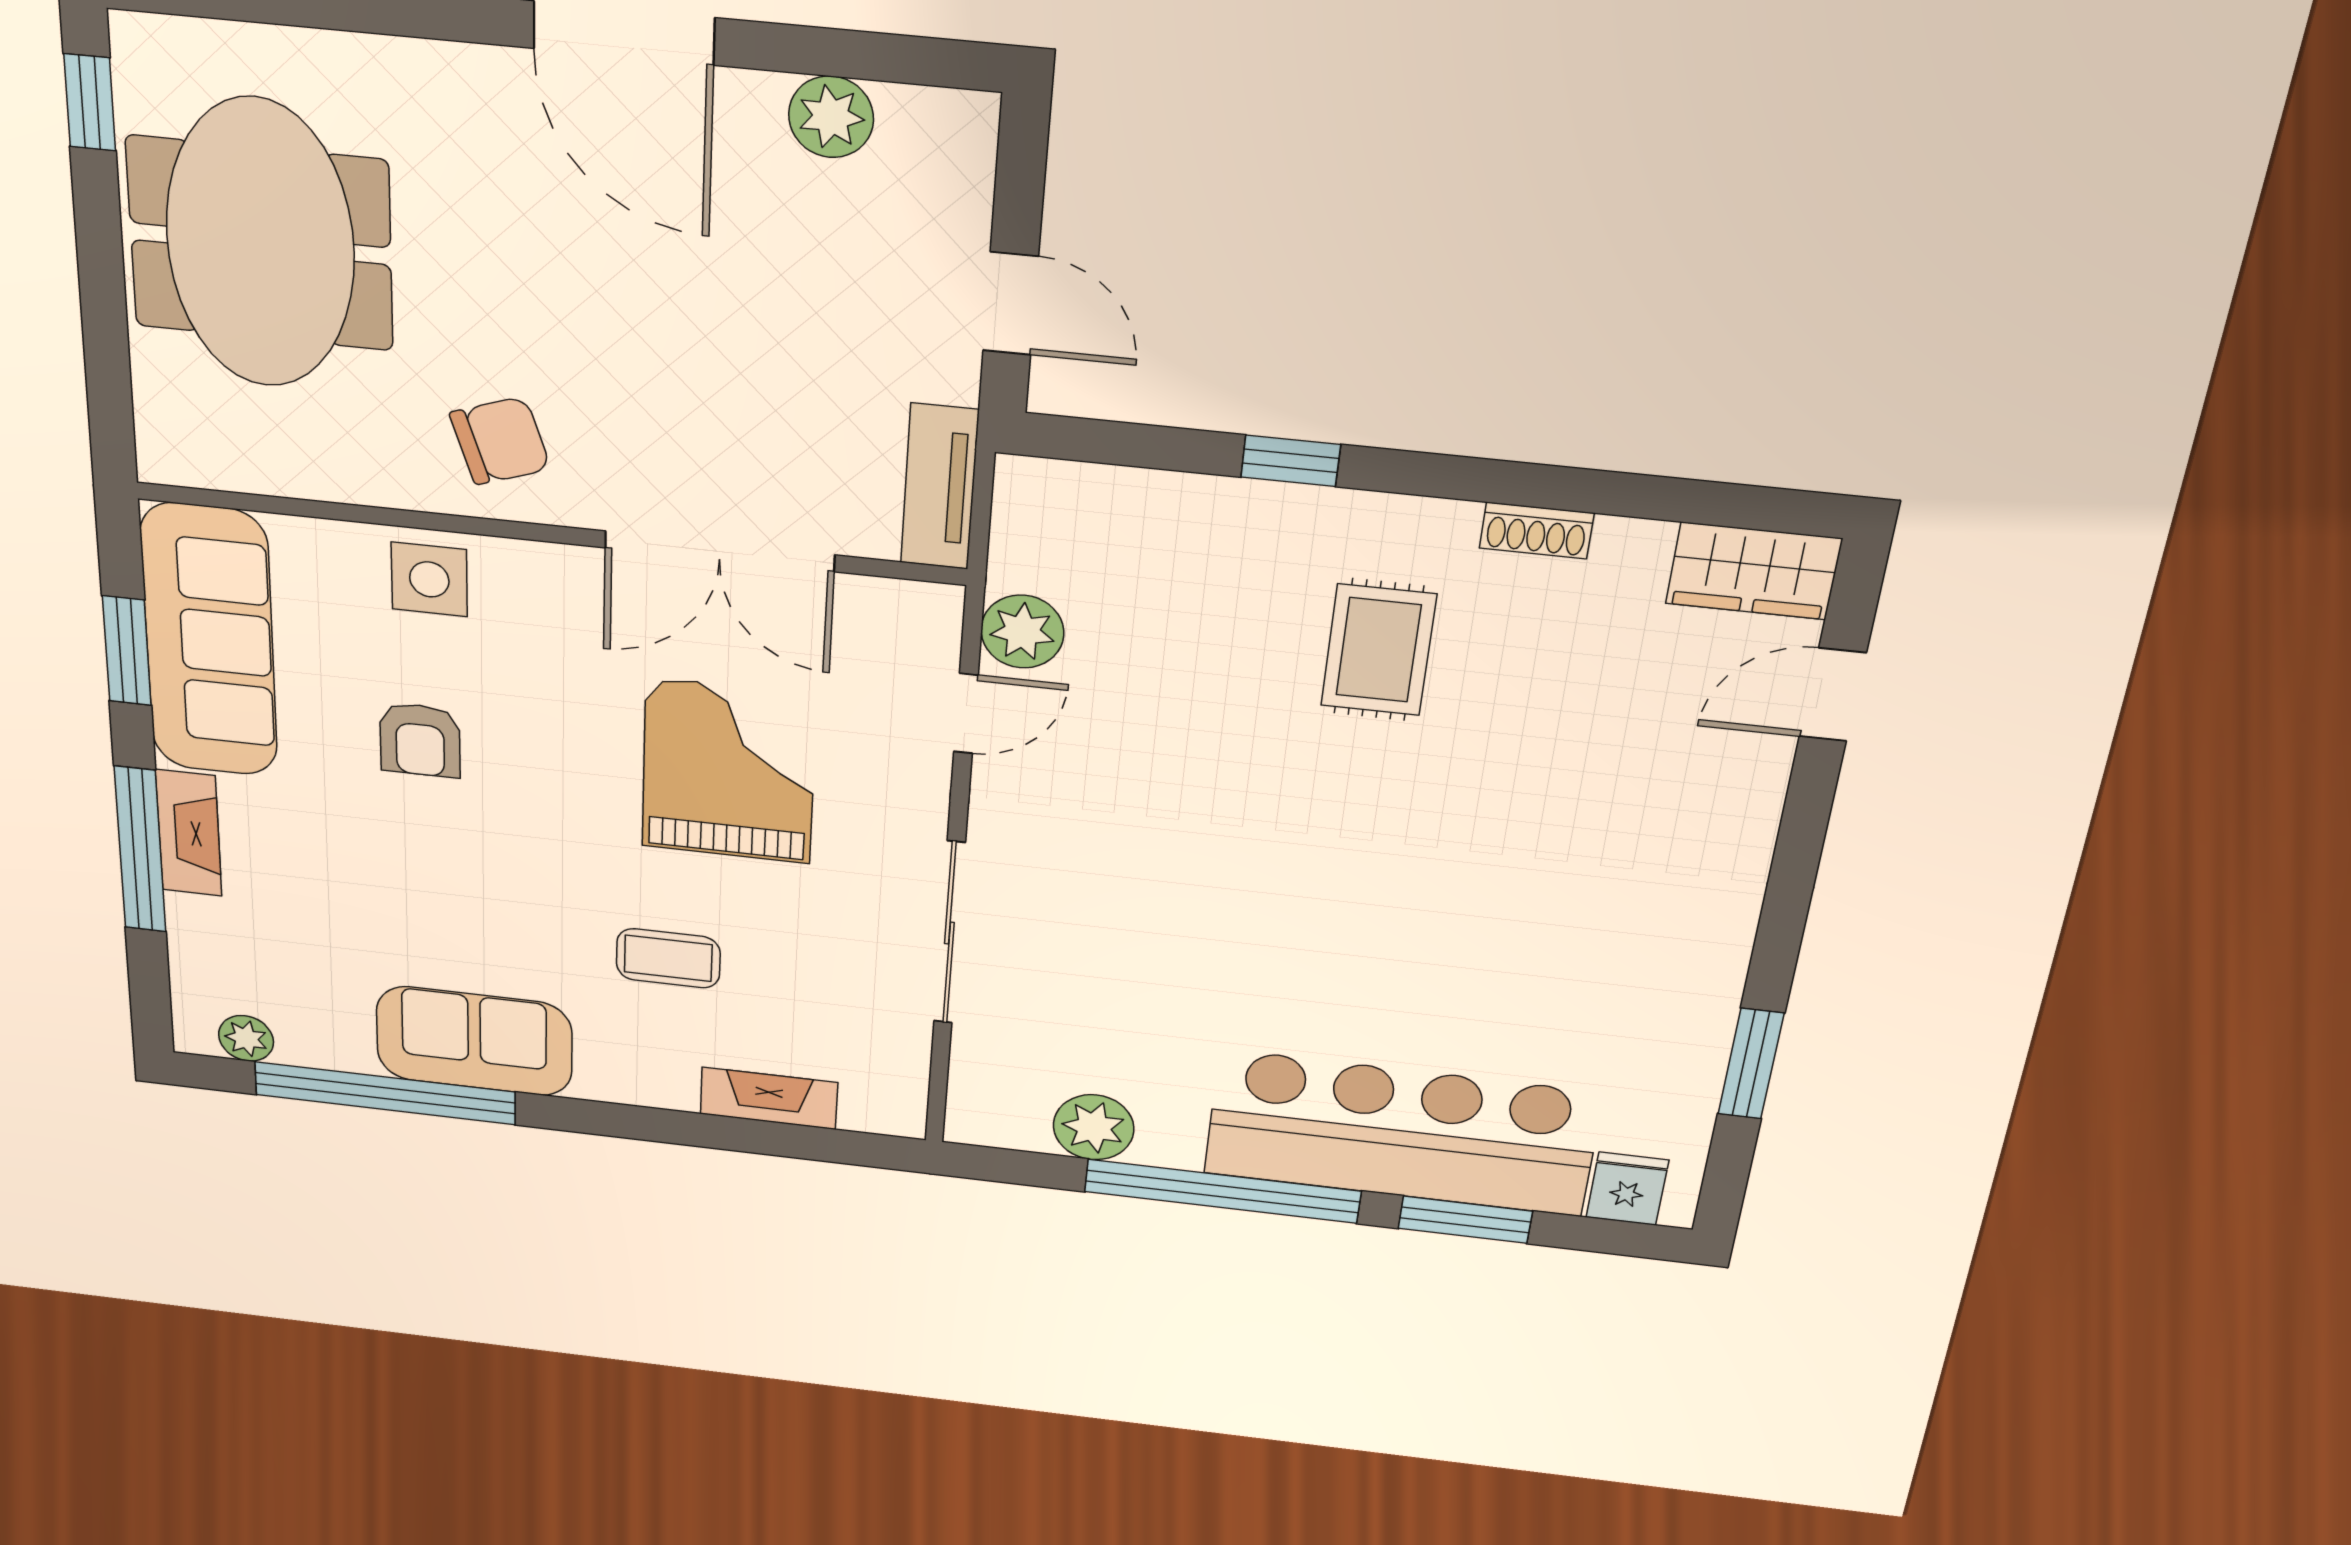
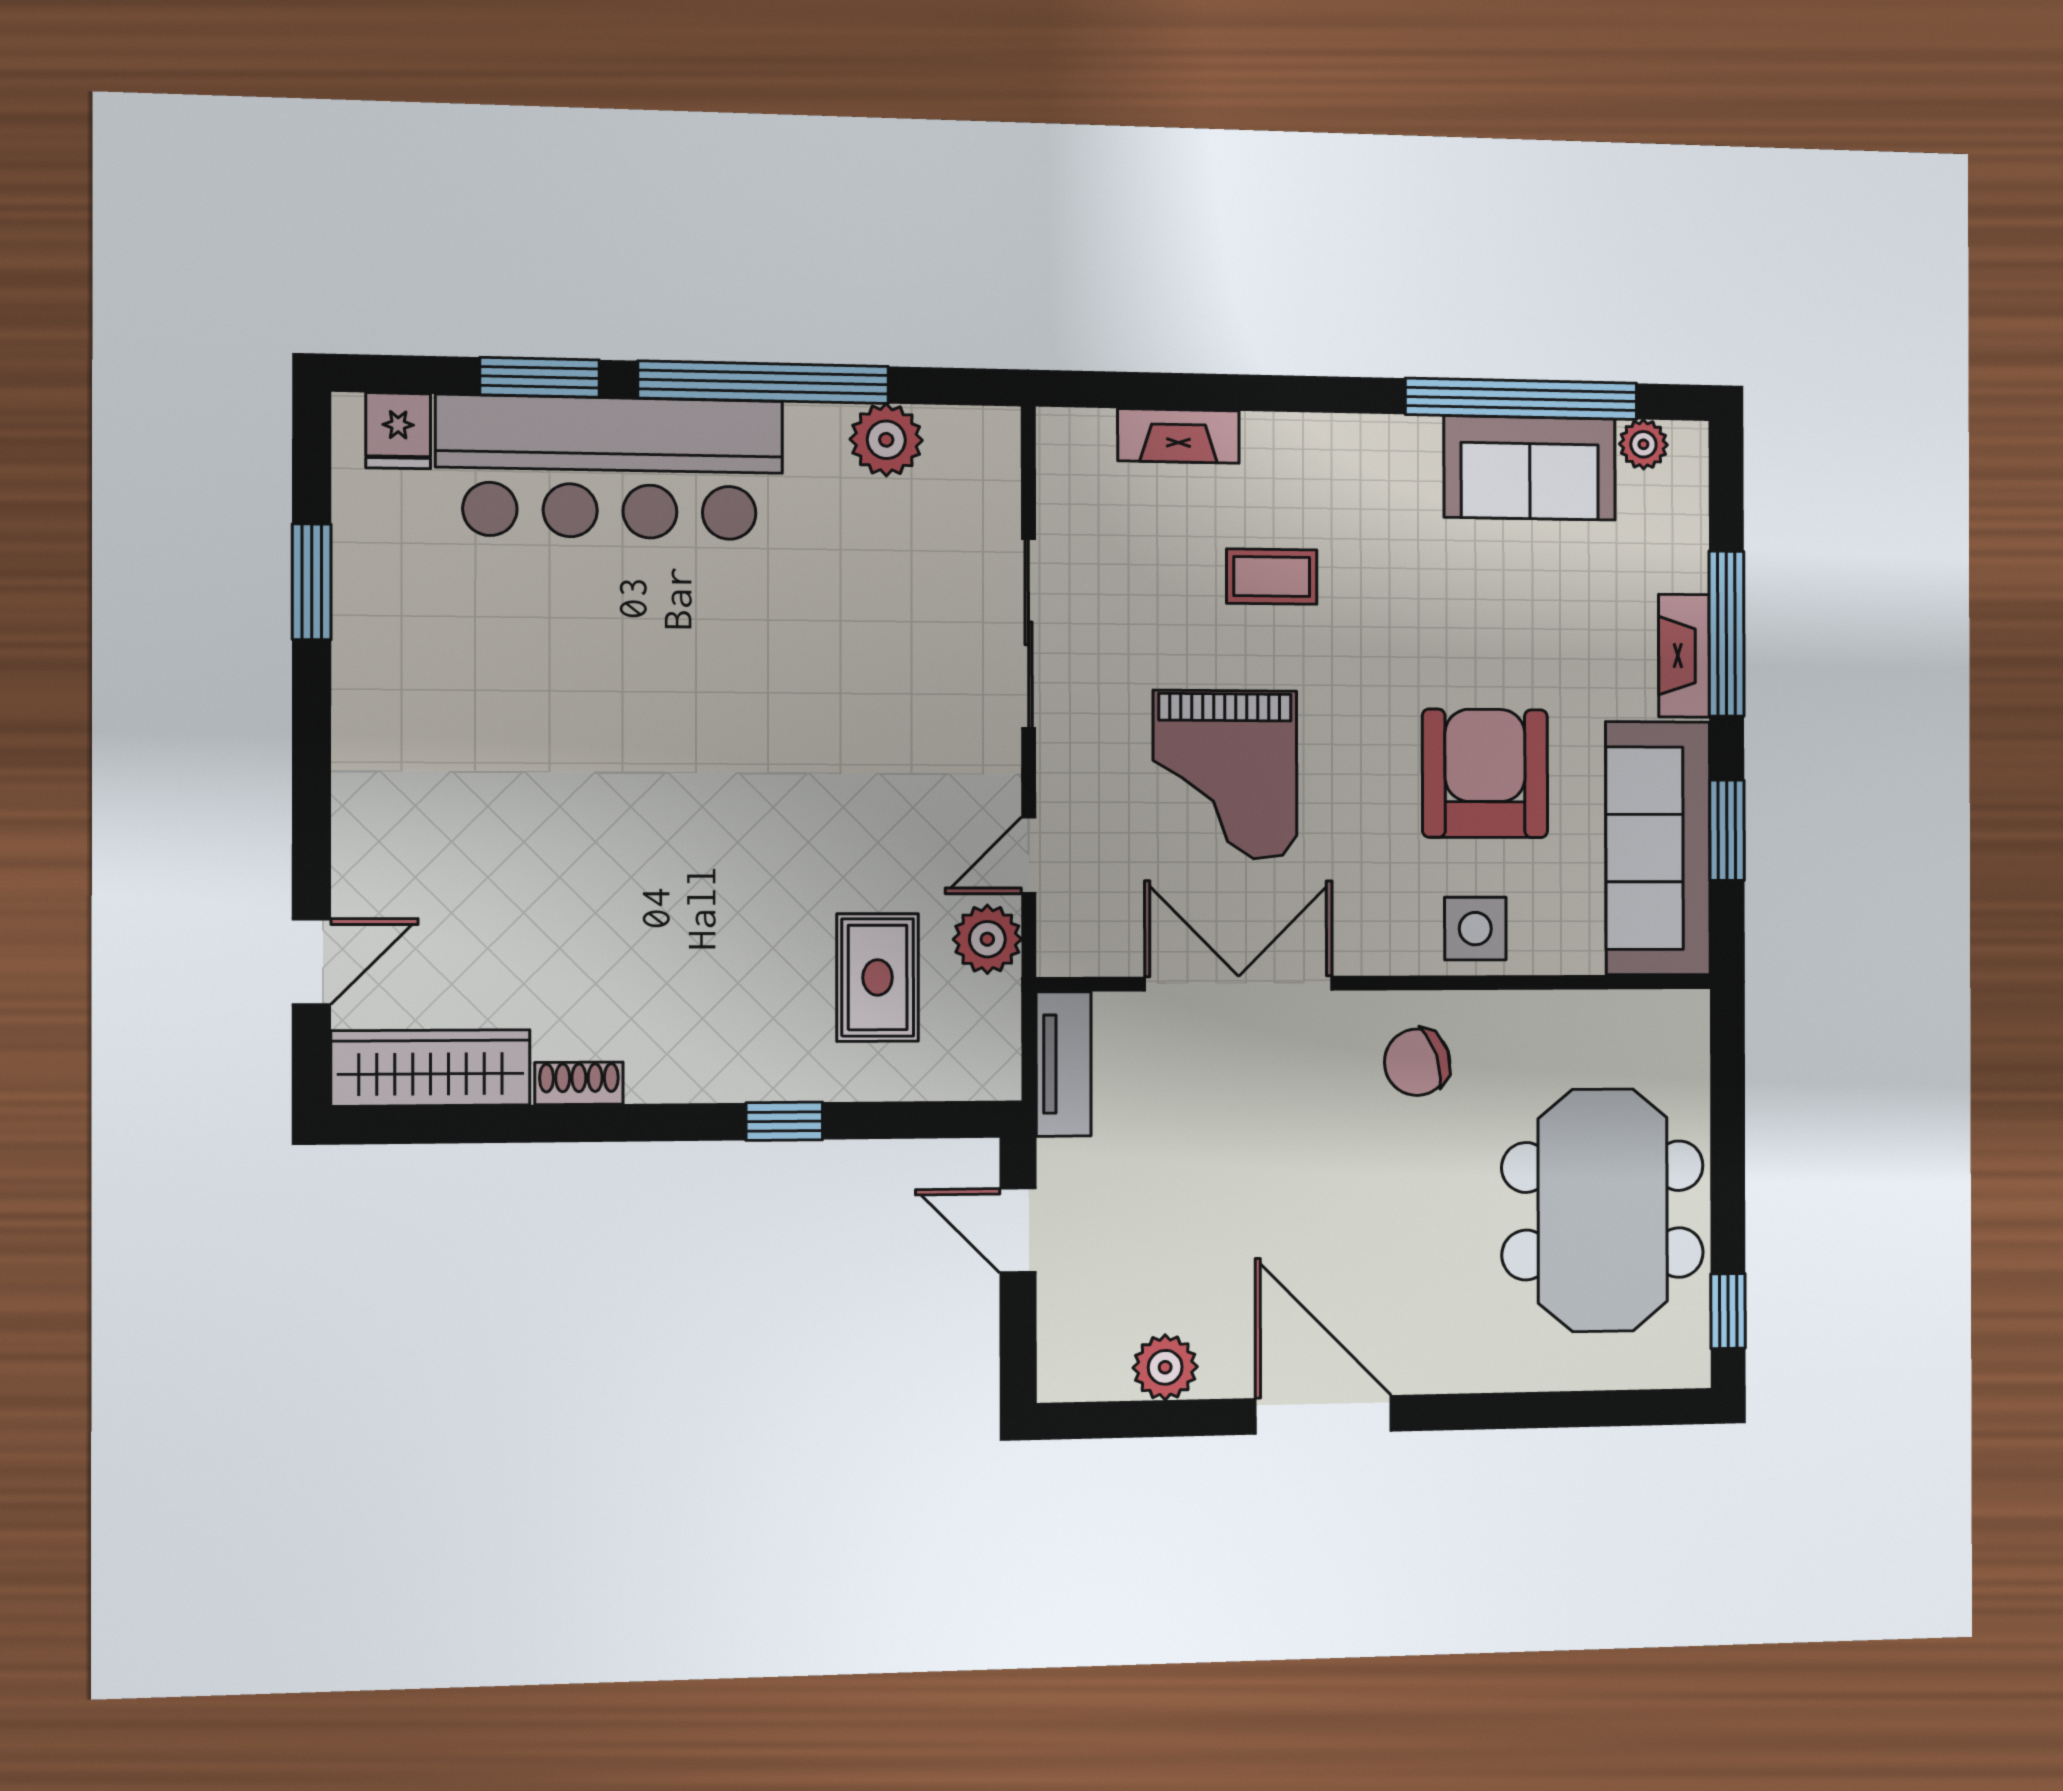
wardrobe: (1754, 571) -> (431, 1068), width x1.50
rug: (1379, 650) -> (878, 977), moved
armchair: (420, 740) -> (1485, 773), width x1.88, depth x1.88
sofa: (474, 1041) -> (1530, 468), moved

